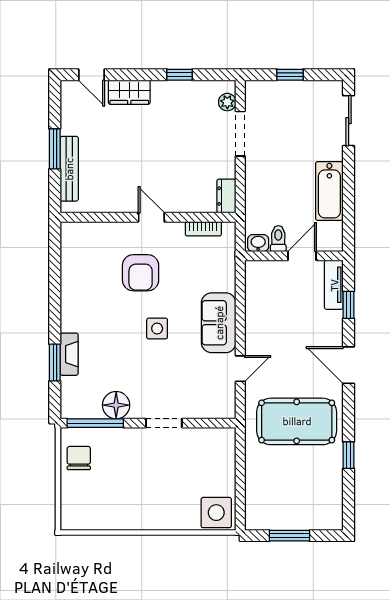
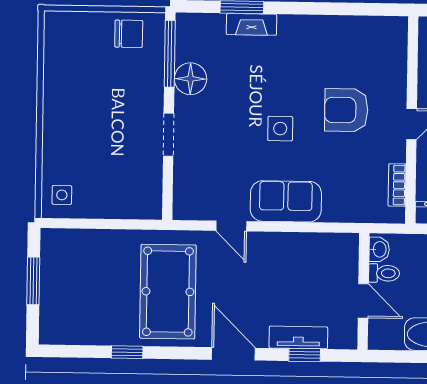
tv unit: (334, 285) -> (298, 337), moved
door: (349, 365) -> (233, 354), hinge flipped
side table: (216, 513) -> (62, 195), width x0.54, depth x0.54

